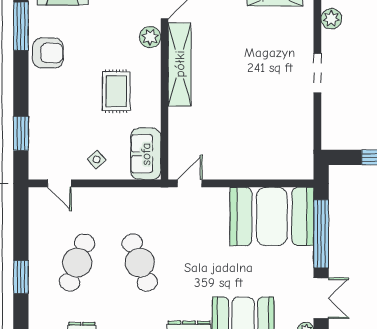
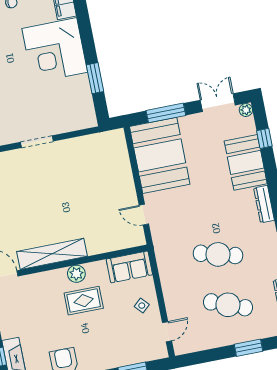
plant: (150, 37) -> (76, 274), moved
door: (190, 183) -> (144, 215), moved
window: (321, 234) -> (166, 113), width x0.68
cafe table: (140, 263) -> (218, 254), turned 36

